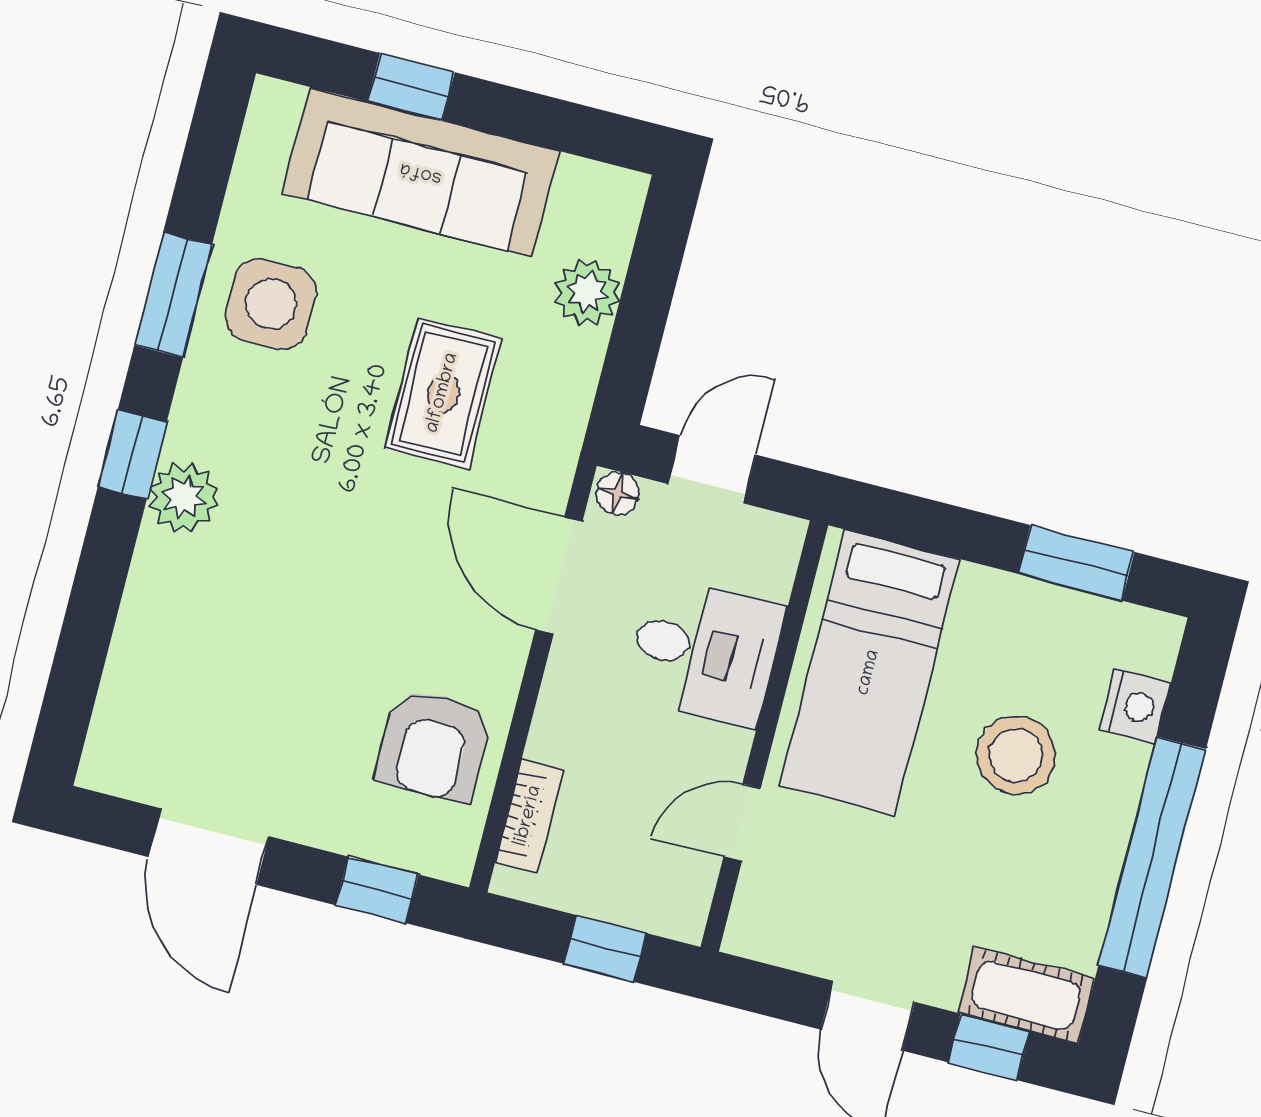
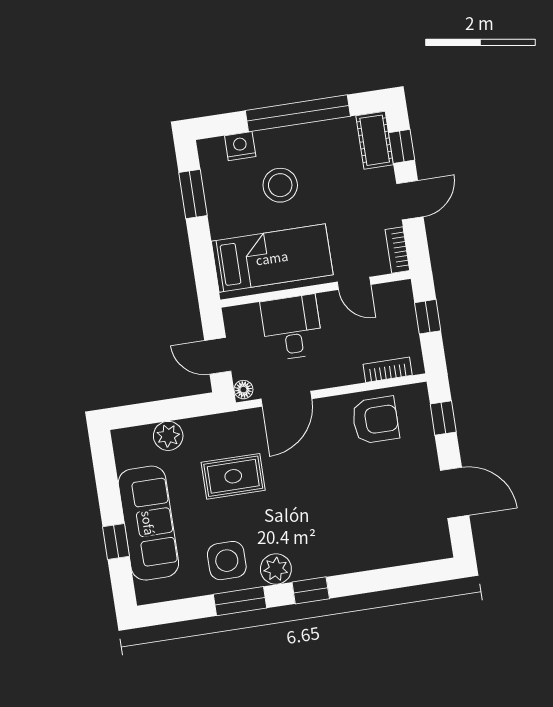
plant: (184, 497) -> (276, 569), moved
door: (209, 847) -> (455, 493), hinge flipped
bookcase: (774, 945) -> (397, 250), added

